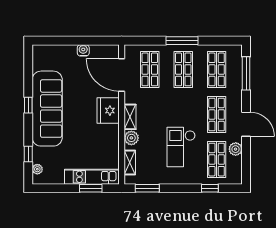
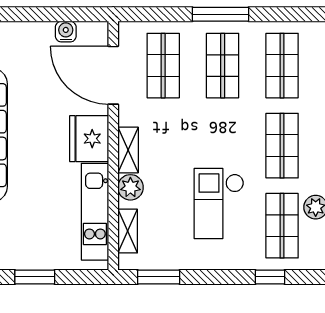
water cooler: (83, 50) -> (66, 32), moved
kitchen unit: (92, 177) -> (95, 212), moved, turned -90
window: (91, 188) -> (35, 277), moved

